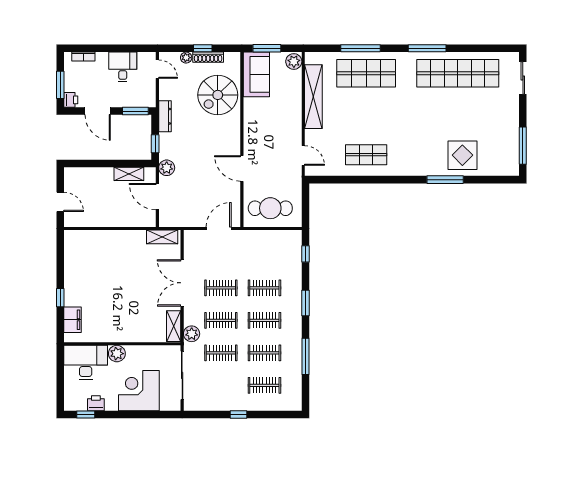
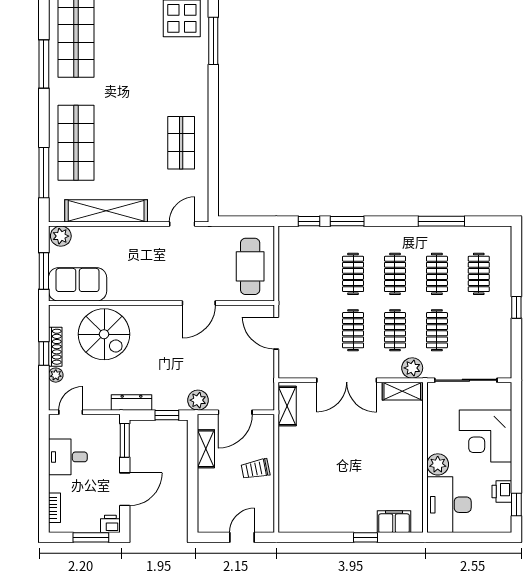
window: (361, 48) -> (44, 173), moved
trolley: (113, 212) -> (256, 469), added
window: (305, 303) -> (347, 221), moved

